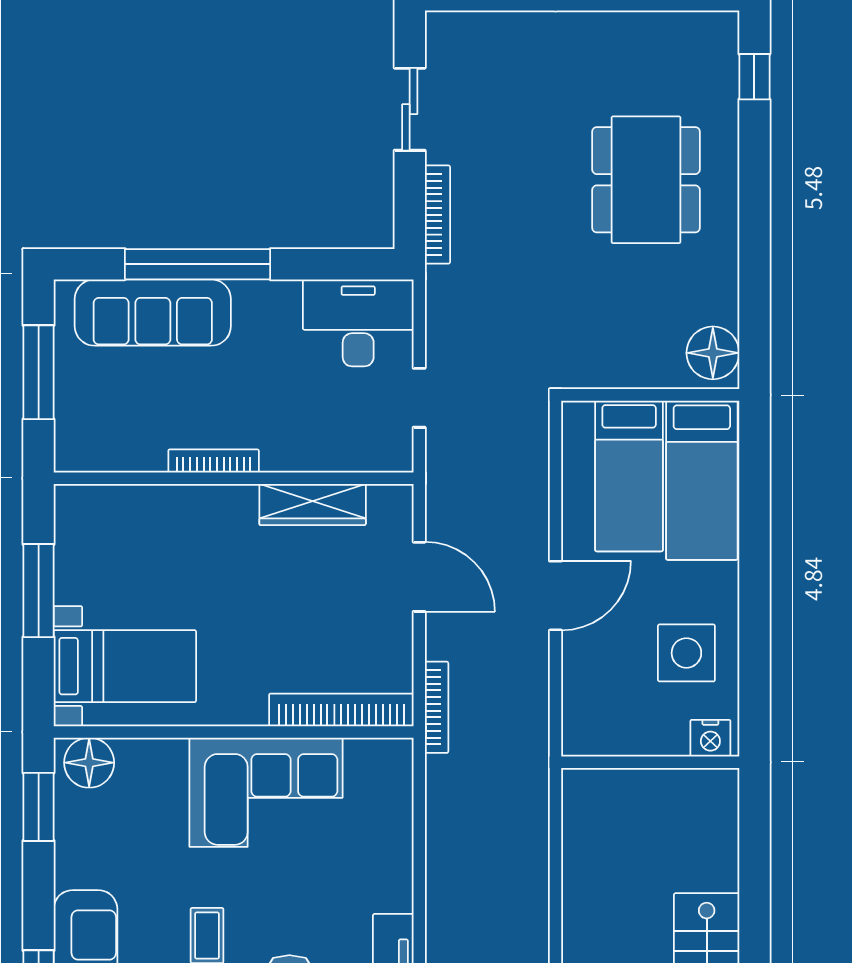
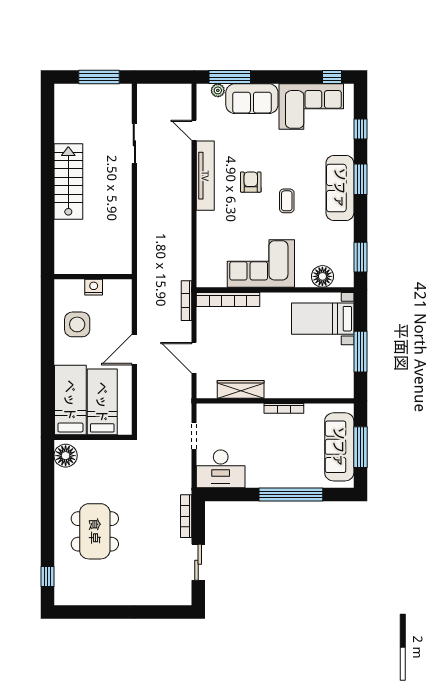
sofa: (153, 313) -> (339, 447), moved, turned -90
nightstand: (710, 738) -> (94, 287), moved
floor lamp: (89, 763) -> (322, 276), moved

